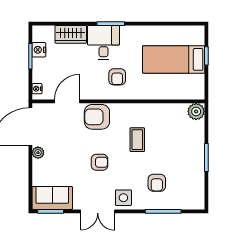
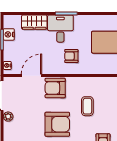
armchair: (117, 77) -> (71, 56), turned 90
armchair: (100, 162) -> (57, 124), width x1.88, depth x1.88

